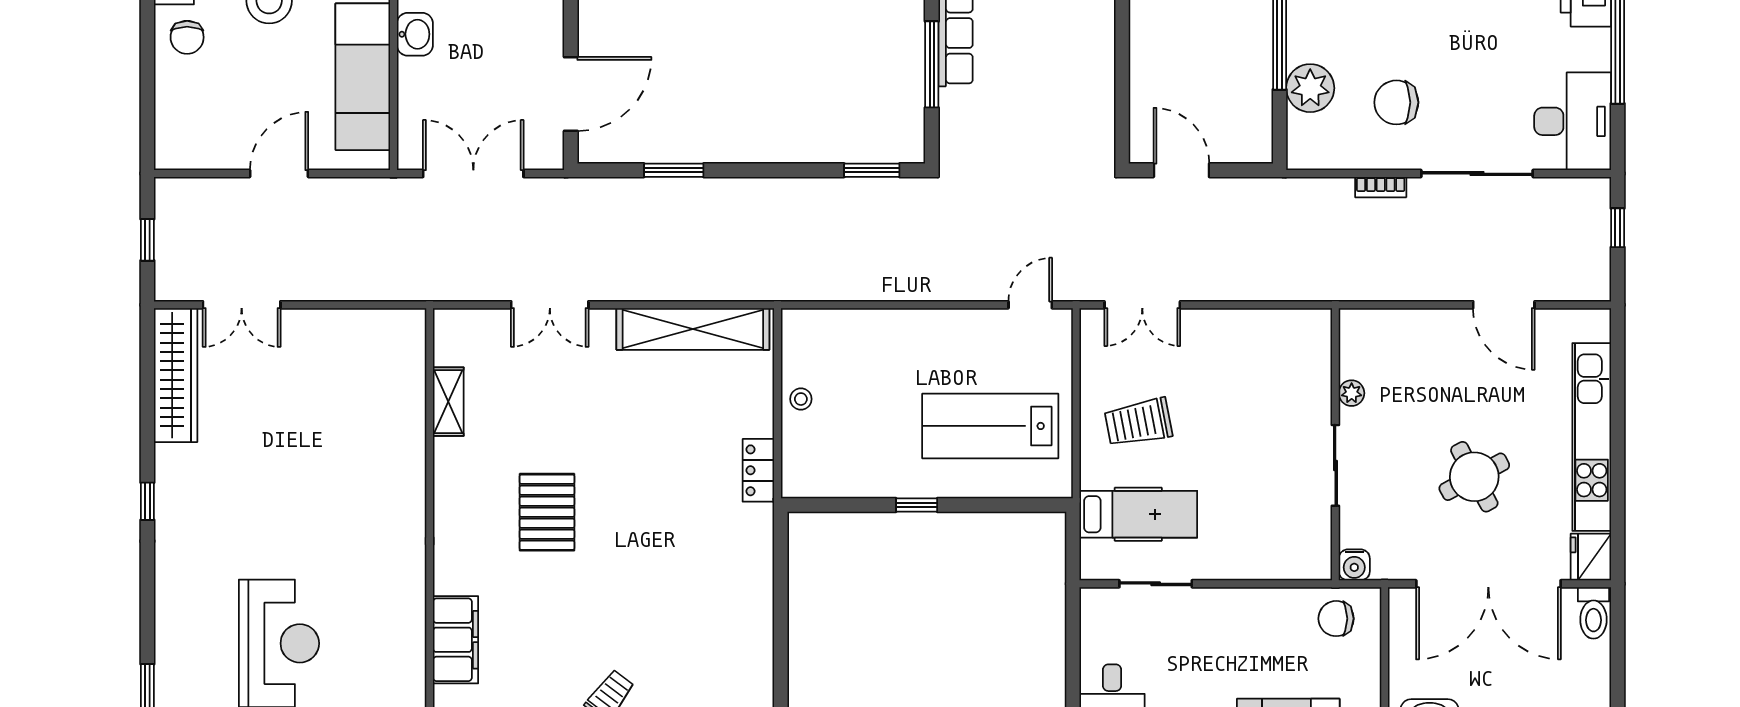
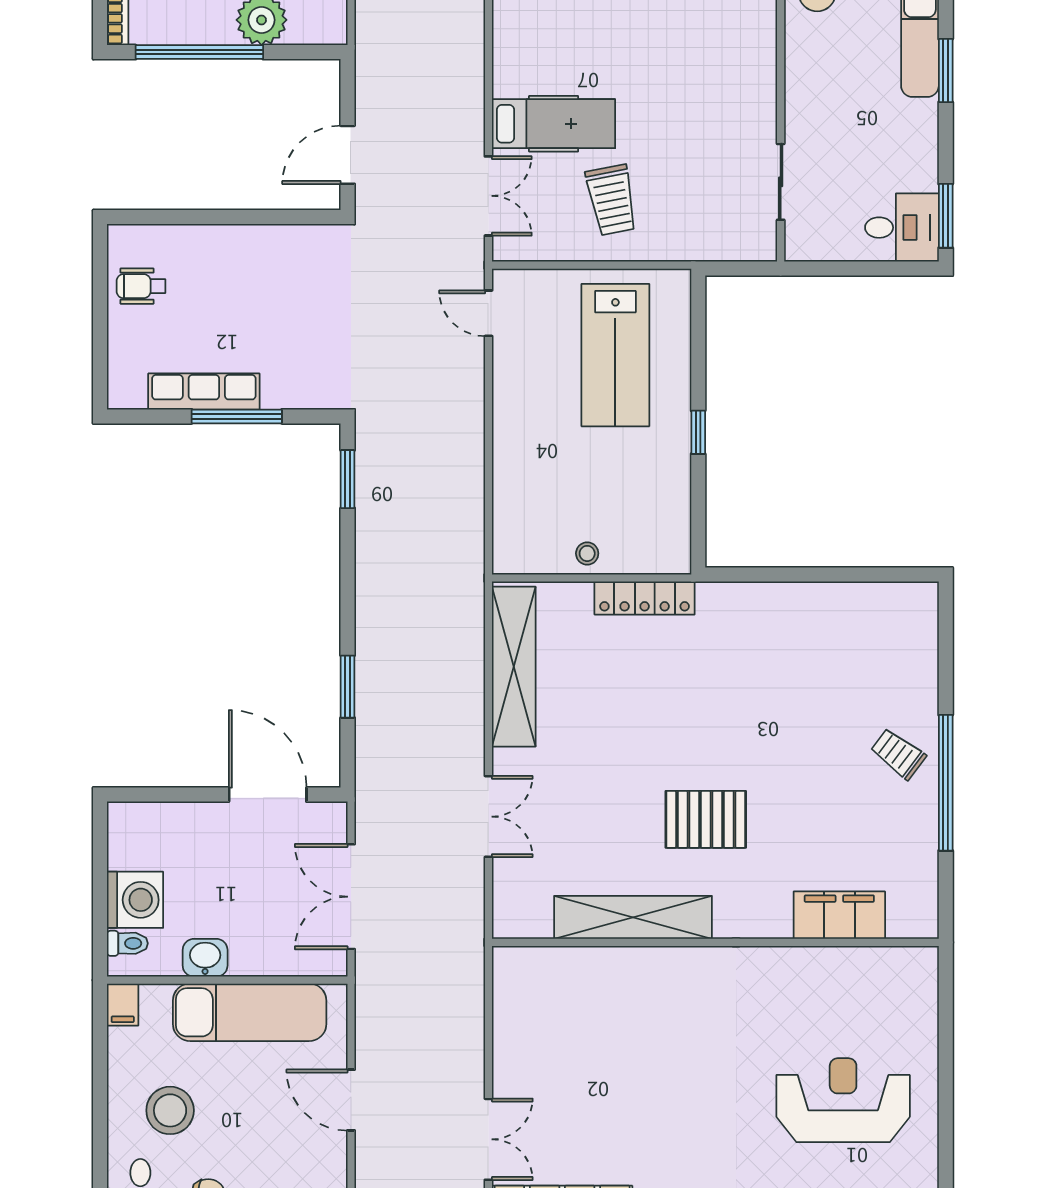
shelving: (448, 402) -> (633, 917), width x2.20, depth x1.33
locker: (758, 470) -> (645, 598), width x1.53
hospital bed: (1138, 514) -> (554, 124), moved, turned 90

